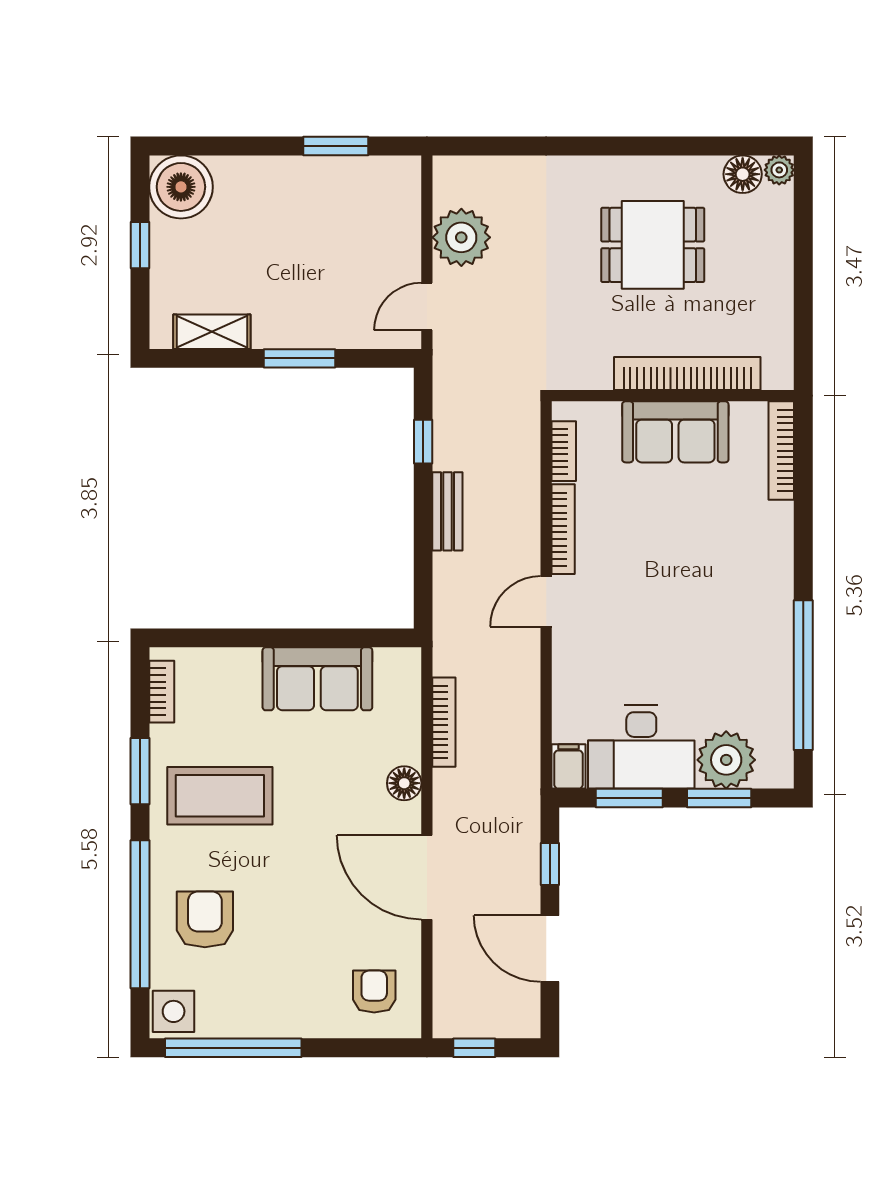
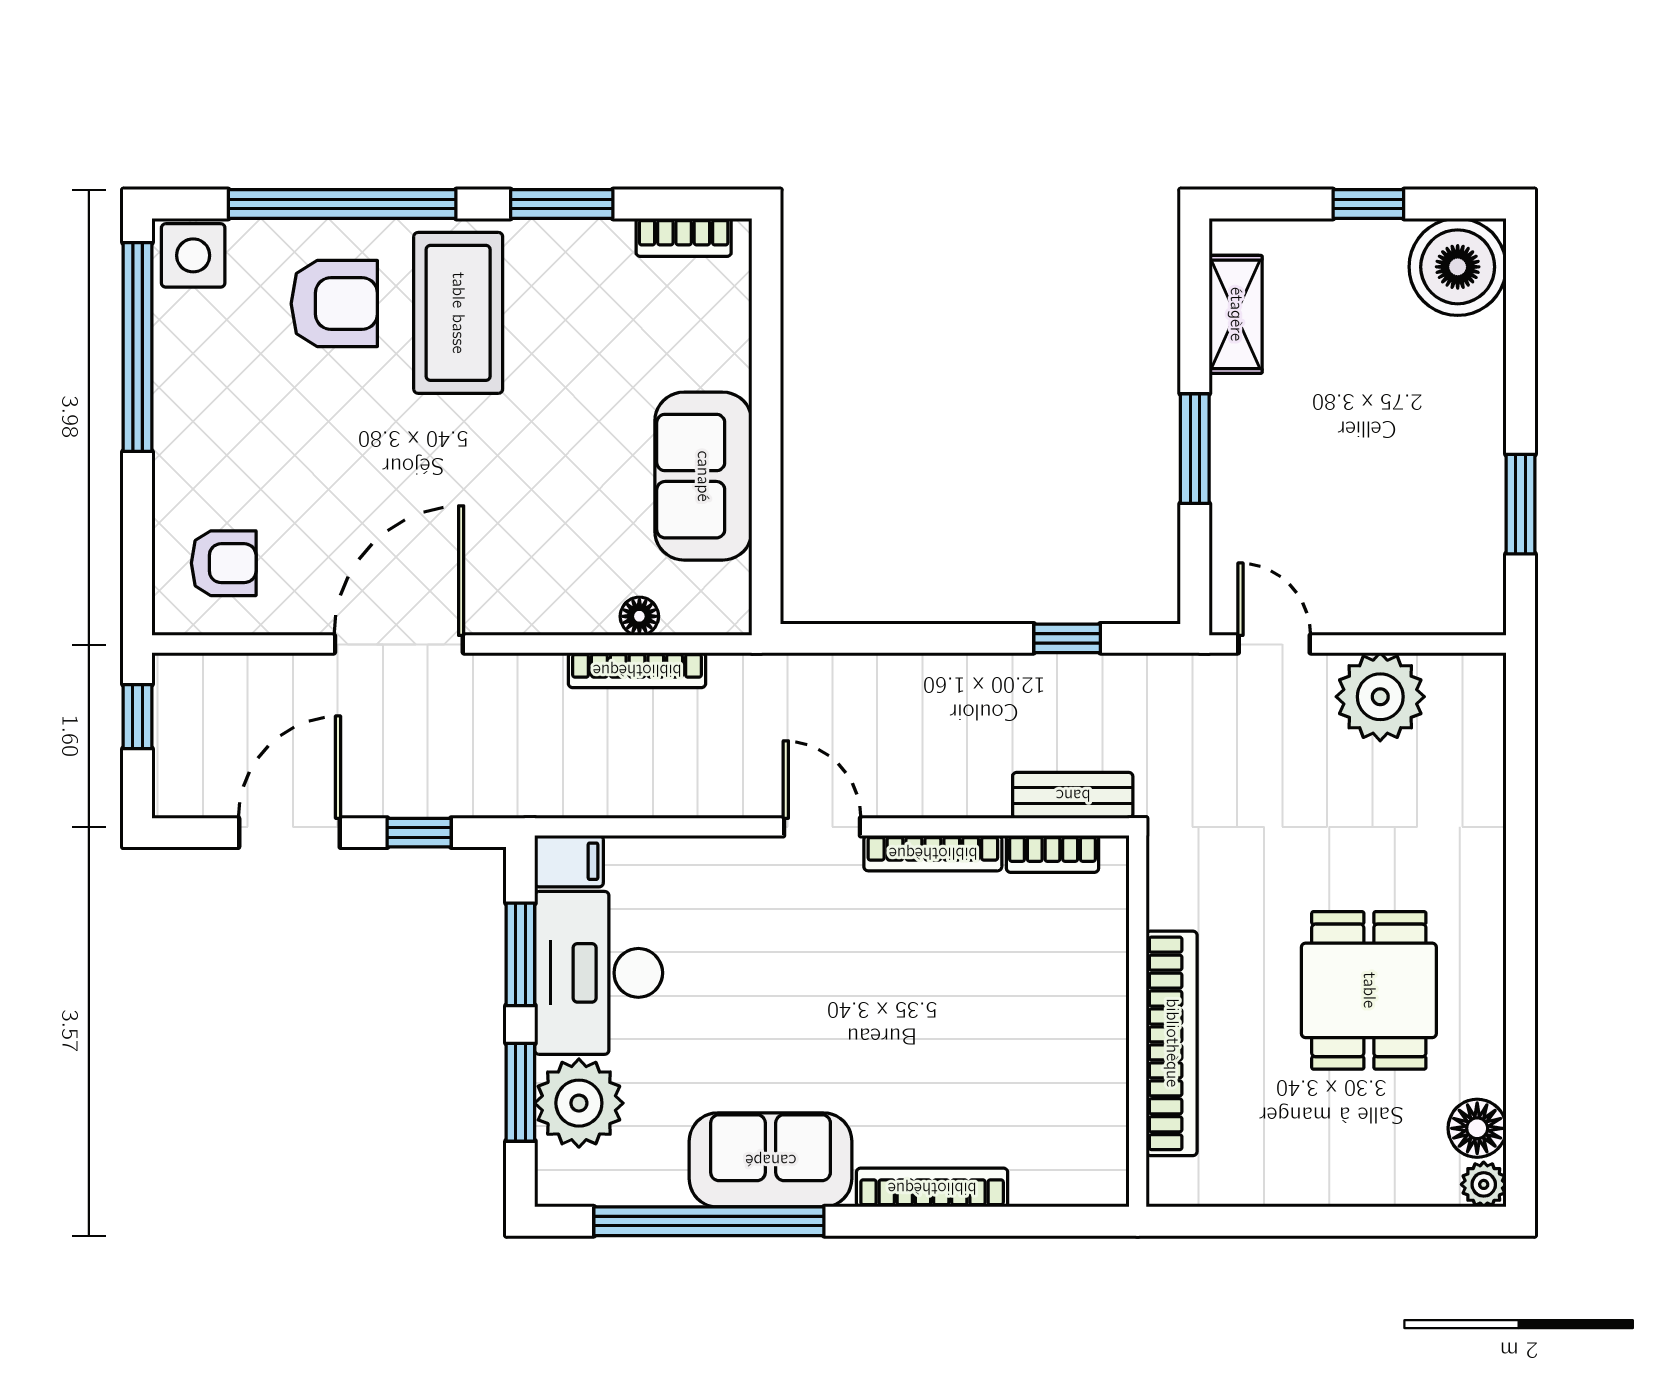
sofa: (675, 432) -> (771, 1160), moved, turned 90
bookcase: (781, 451) -> (932, 1188), moved
bench: (447, 511) -> (1073, 795), moved
floor lamp: (404, 783) -> (639, 616), moved, width x0.73, depth x0.73
coffee table: (220, 796) -> (458, 313), moved

